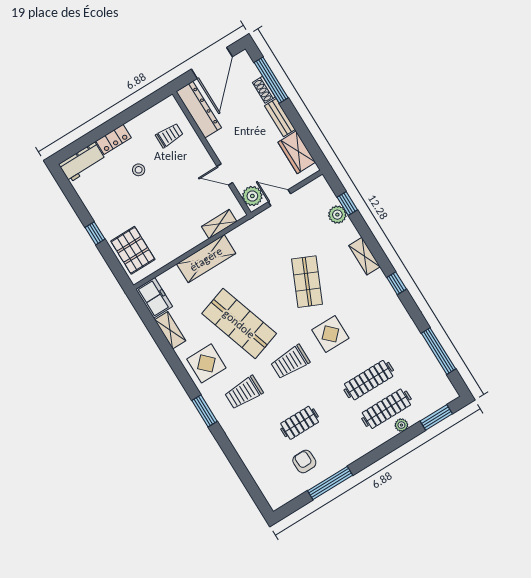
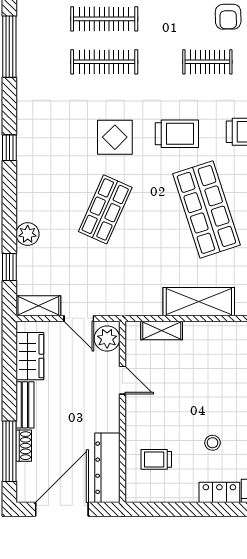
plant: (337, 215) -> (28, 234), moved
shelving: (364, 256) -> (38, 306), moved, turned 90

